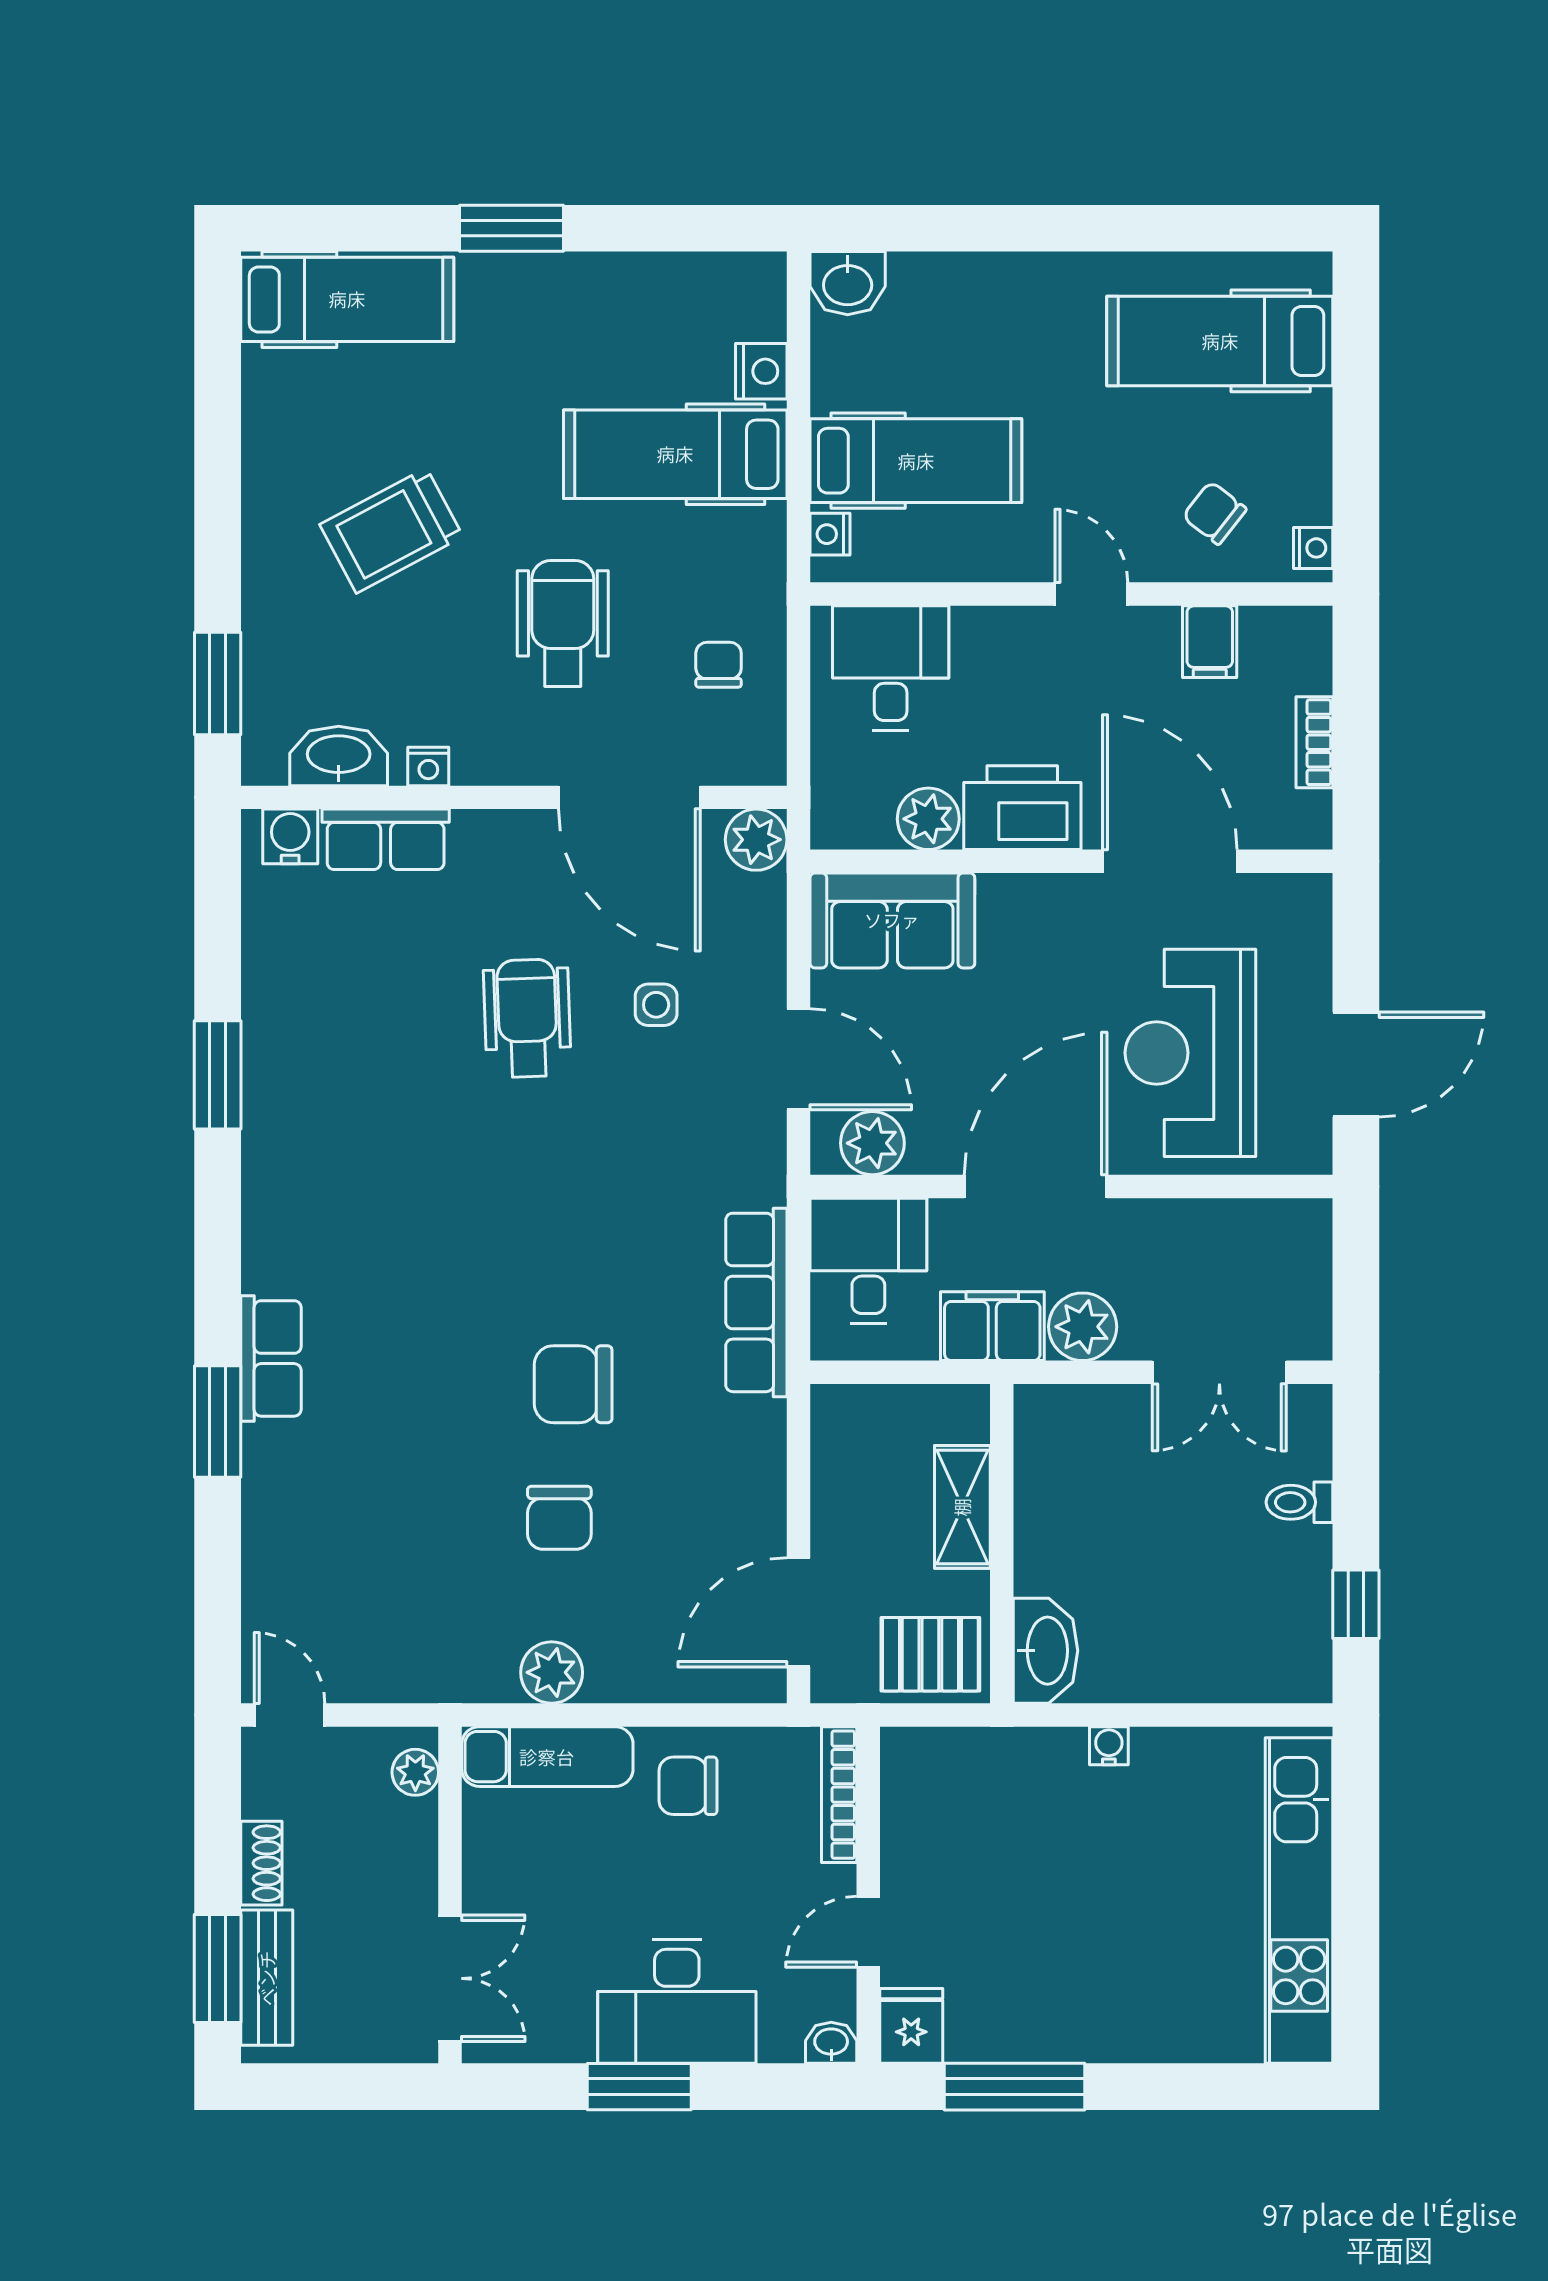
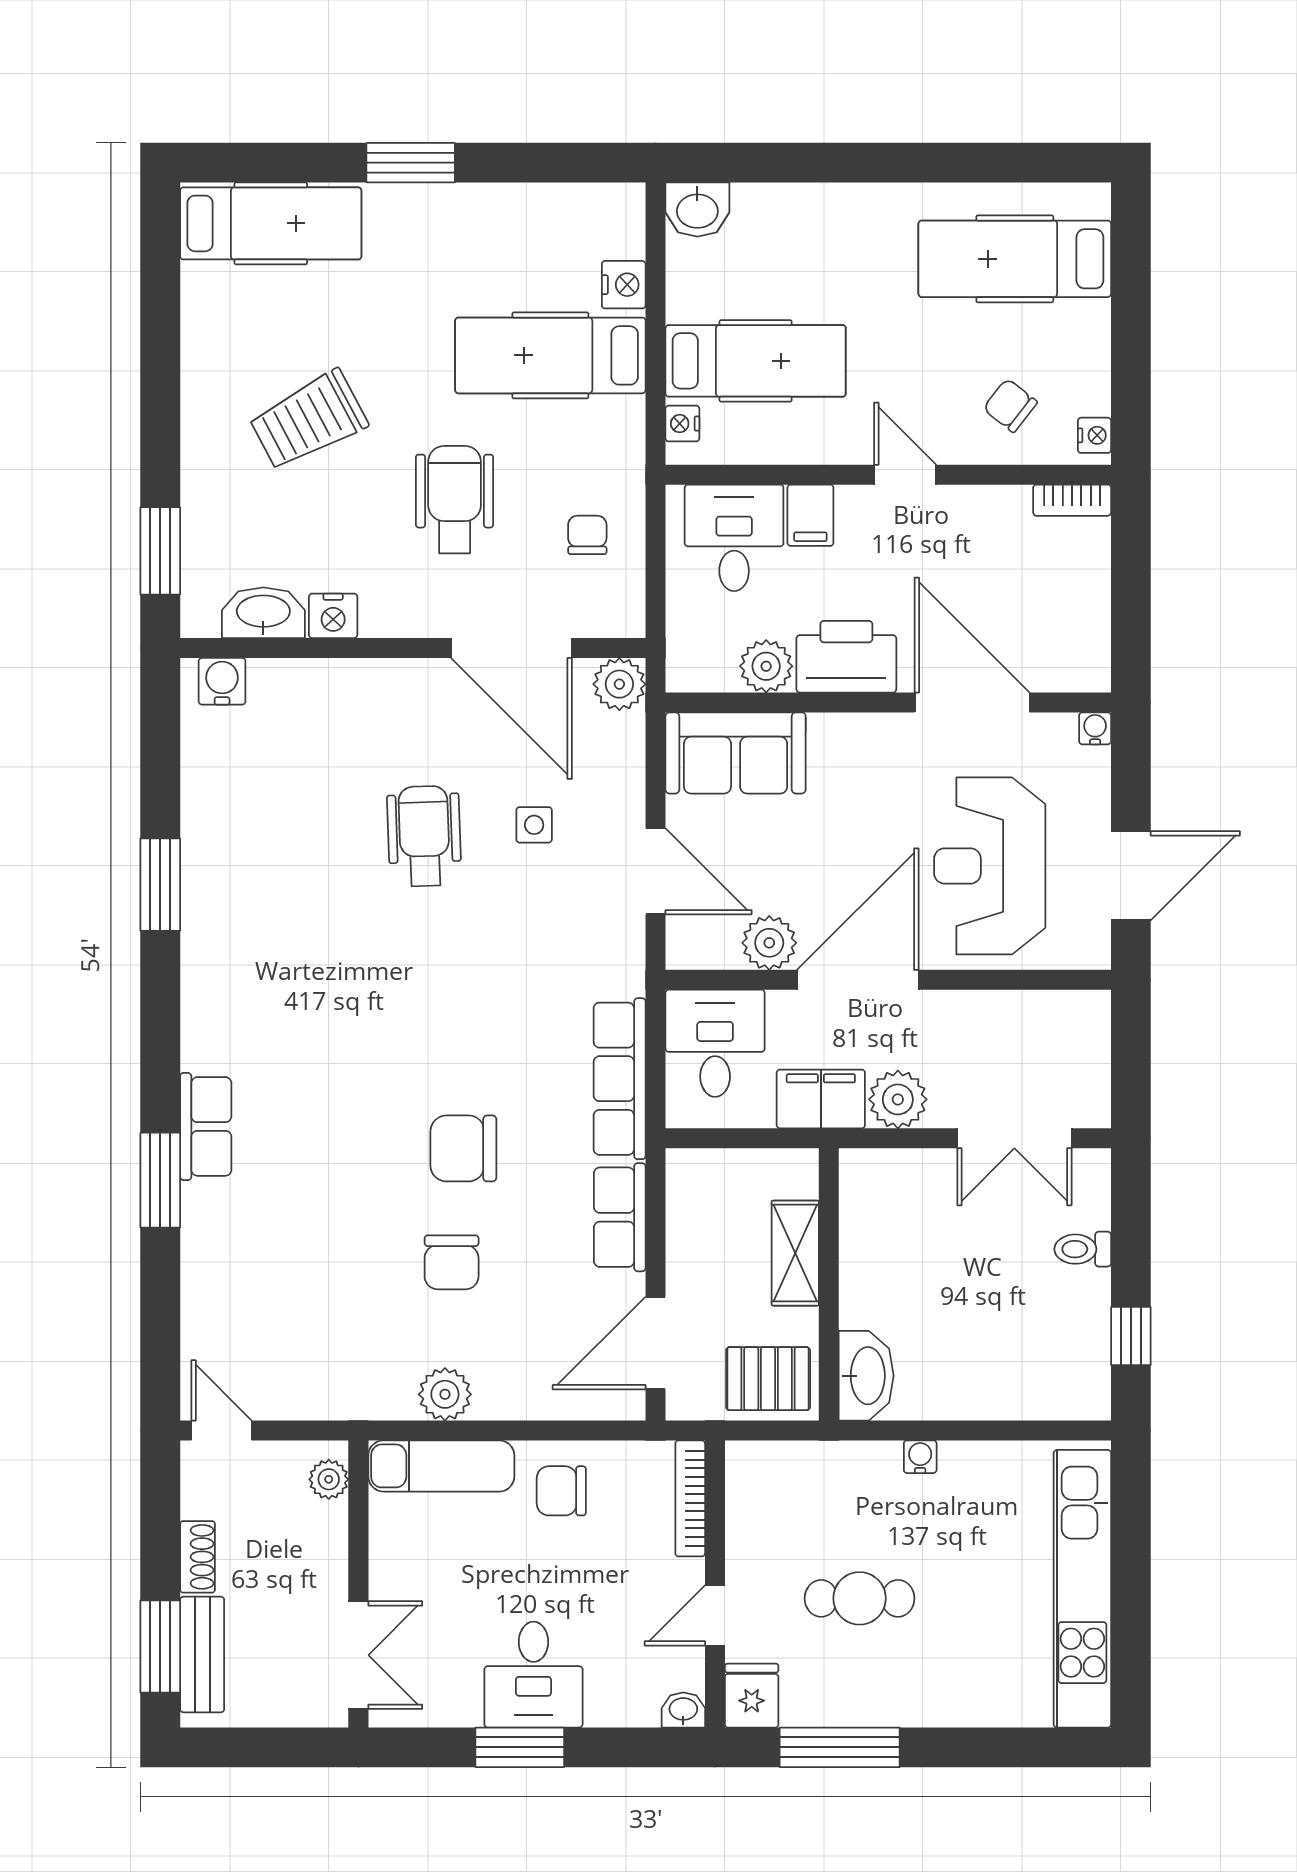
filing cabinet: (1210, 642) -> (810, 515), moved
bookcase: (1314, 742) -> (1072, 500), moved, turned -90
nightstand: (428, 766) -> (333, 616), width x1.39, depth x1.35
row of seats: (386, 839) -> (620, 1217), moved, turned 90
water cooler: (1314, 892) -> (1095, 728), added
plant: (872, 1143) -> (769, 943), moved
cafe table: (1038, 1912) -> (860, 1598), added
desk: (677, 2001) -> (533, 1675), width x0.73

